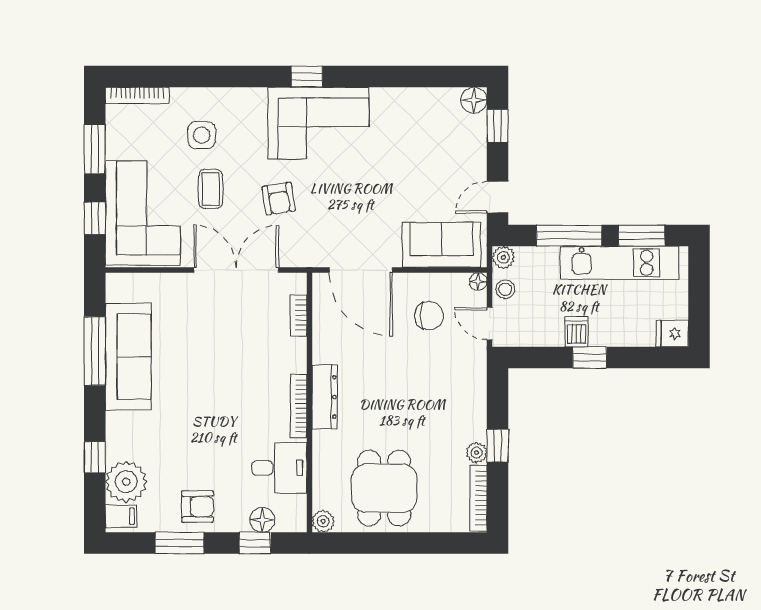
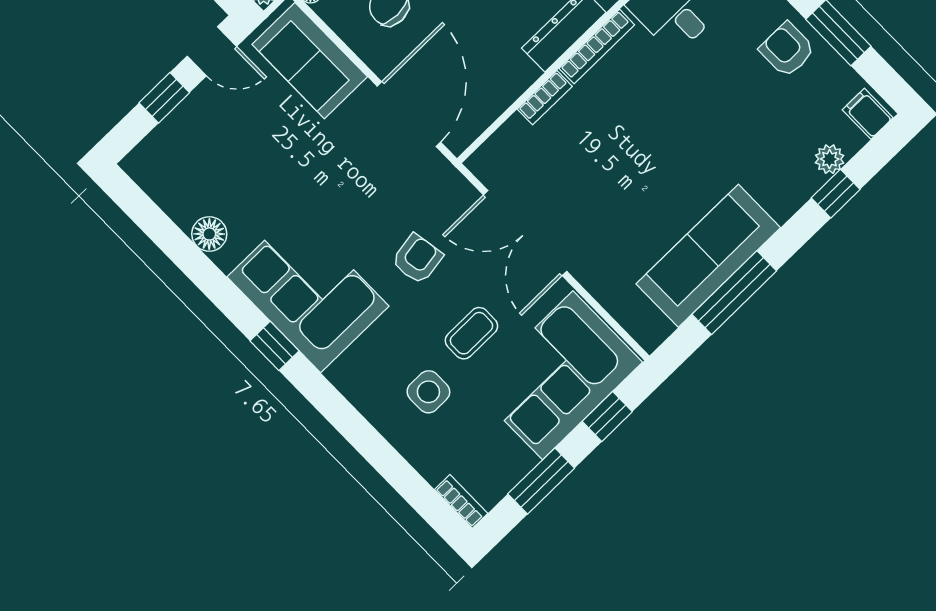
bookcase: (137, 95) -> (461, 501), width x0.64
floor lamp: (474, 100) -> (209, 234), moved
window: (498, 126) -> (164, 98), moved
bookcase: (298, 315) -> (545, 98), moved
plant: (126, 482) -> (830, 159), width x0.53, depth x0.53

